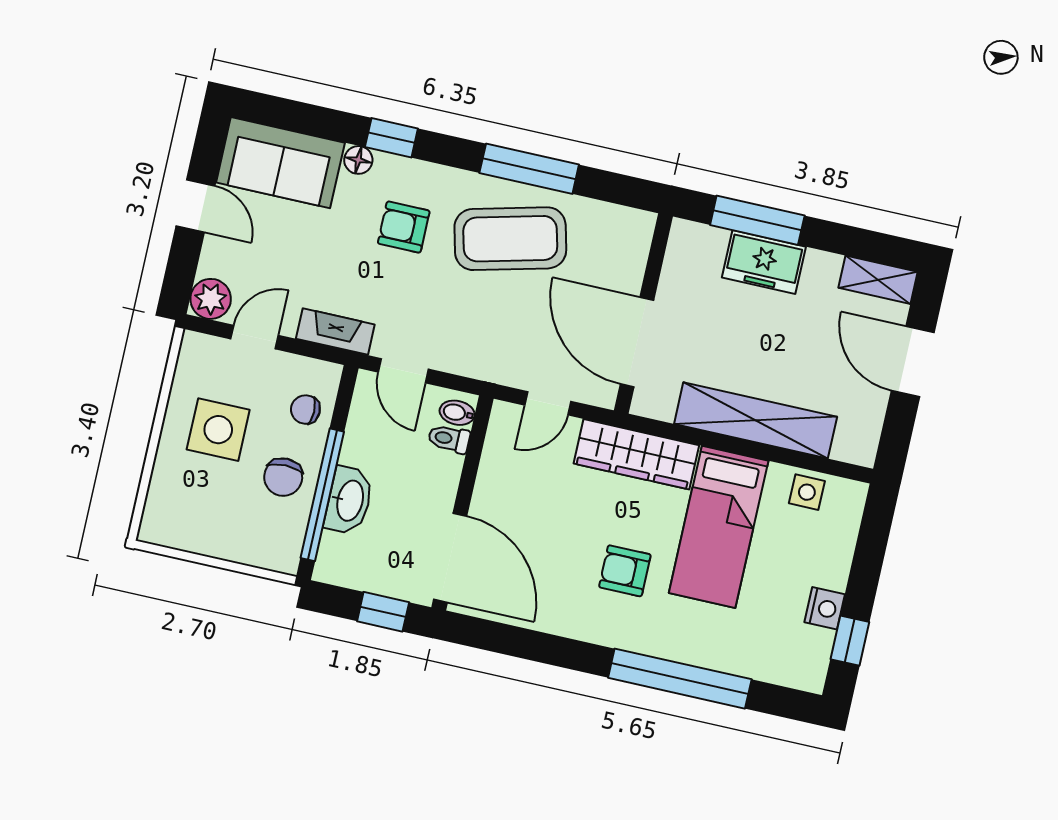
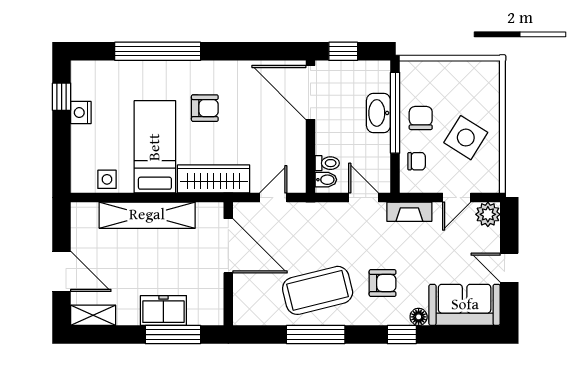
side table: (218, 430) -> (466, 138), turned 32

